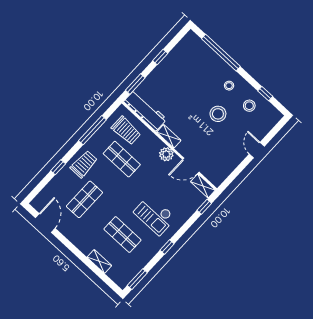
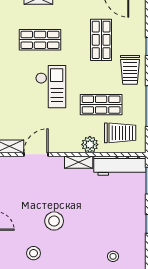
stool: (229, 86) -> (113, 256), moved
trolley: (126, 131) -> (120, 133), turned 180
plant: (166, 154) -> (90, 145), moved
checkout: (155, 215) -> (51, 87), moved, turned 90

